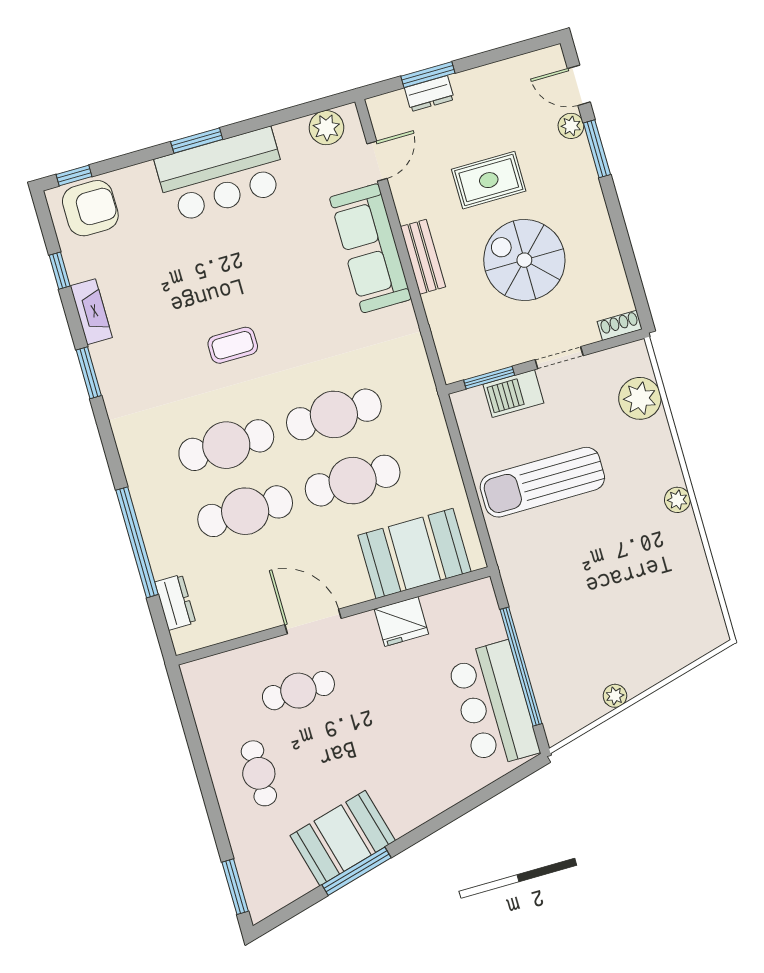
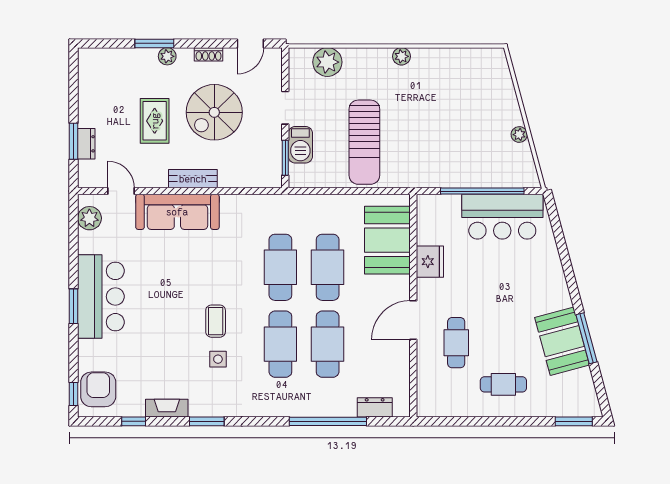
door: (579, 85) -> (250, 43), moved
plant: (571, 126) -> (167, 56), moved
shoe rack: (620, 325) -> (209, 54), moved, turned -90
side table: (180, 364) -> (218, 359), added

